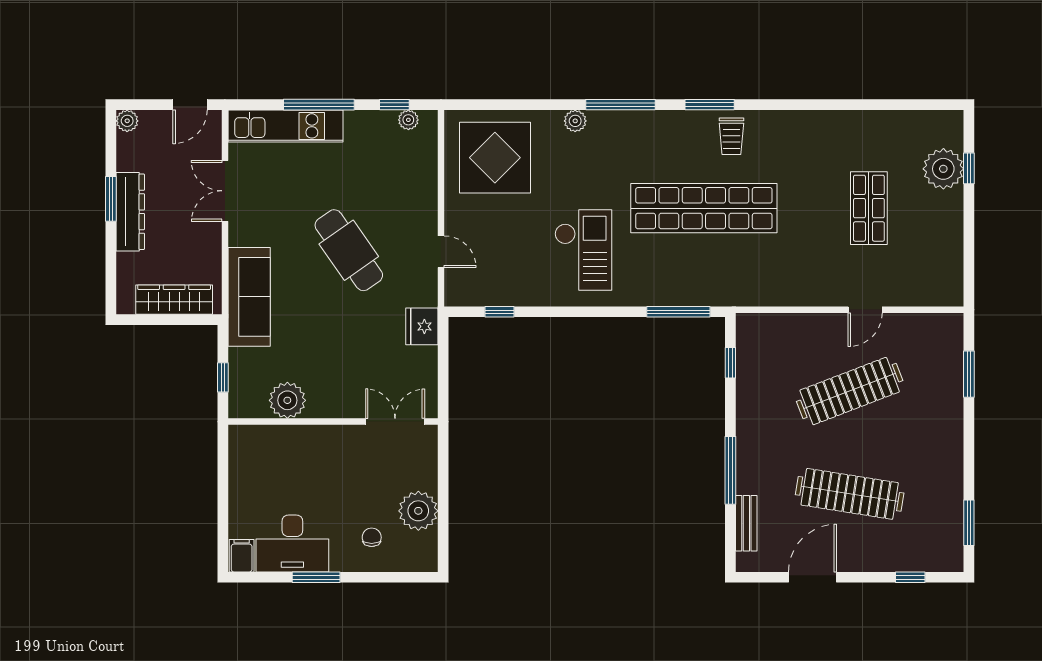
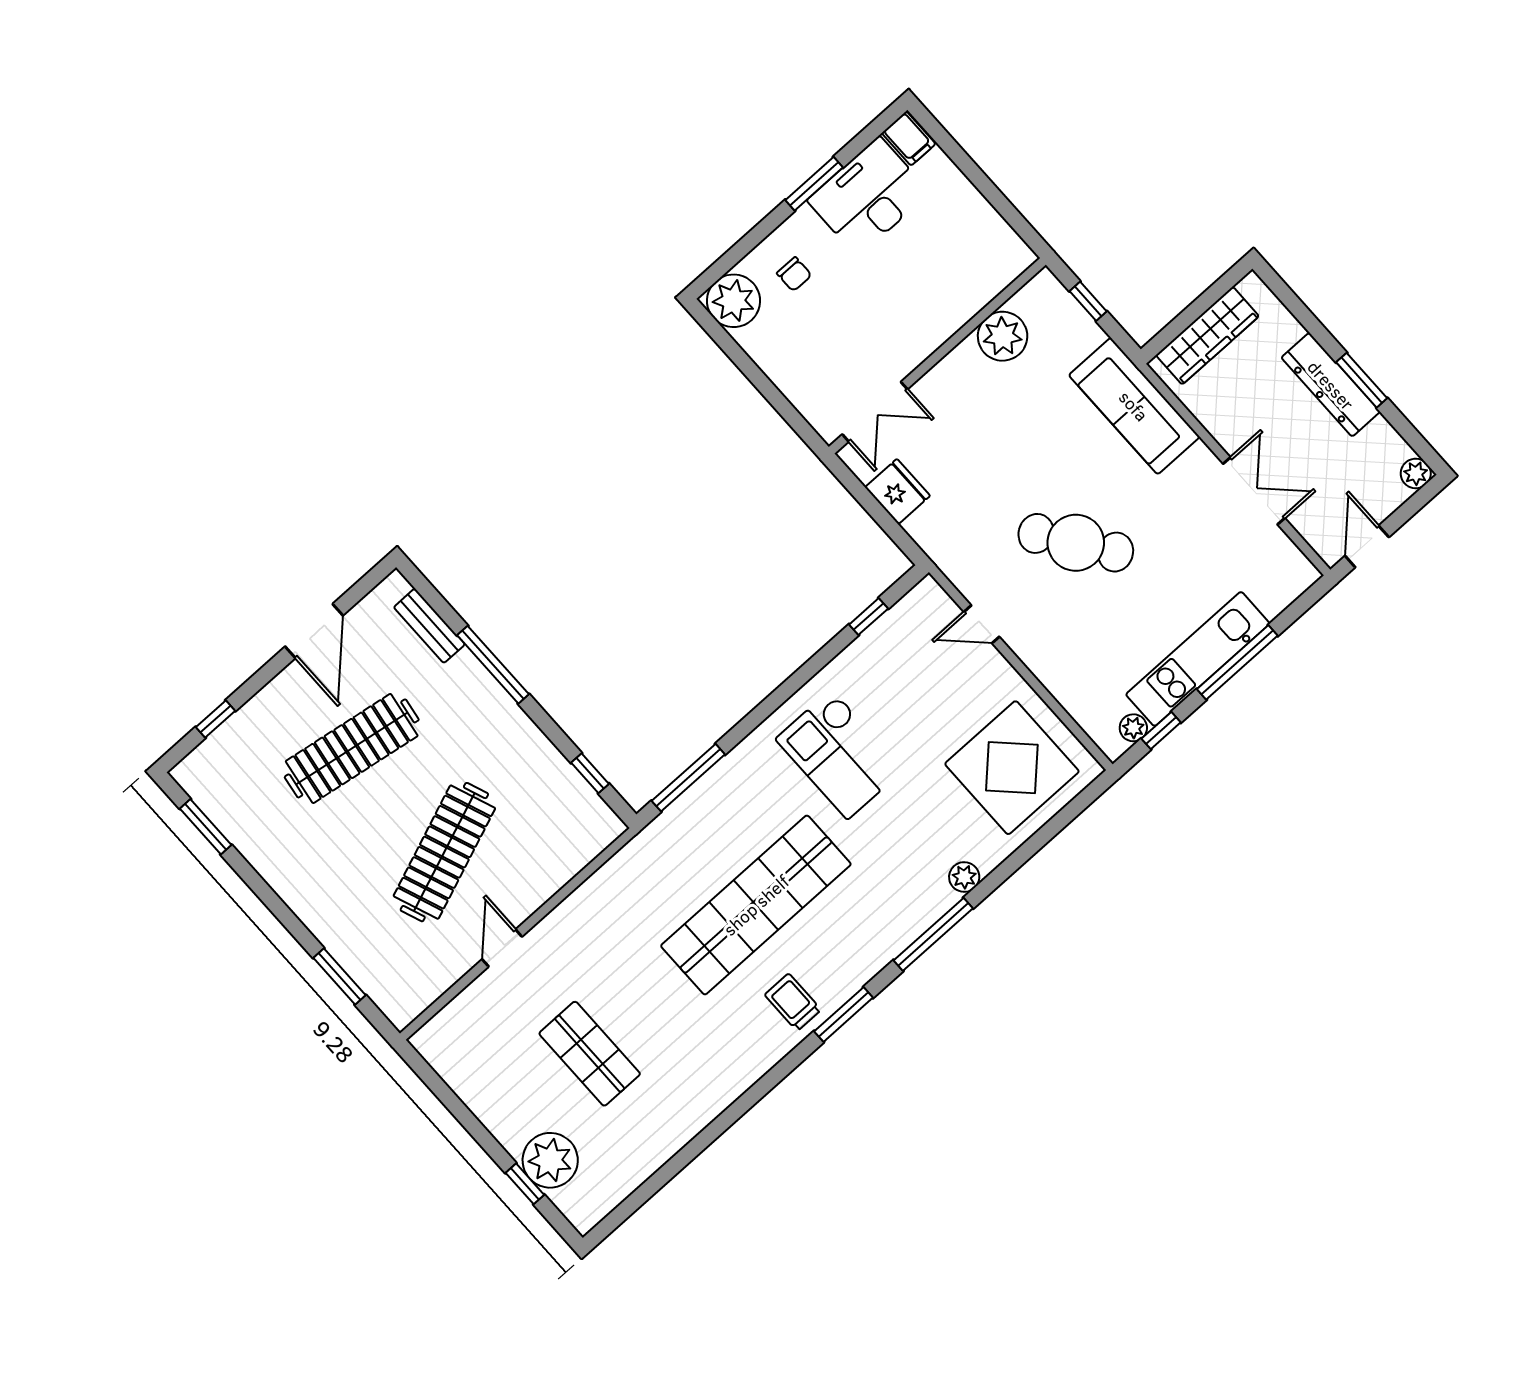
kitchen unit: (285, 126) -> (1198, 659), moved
fridge: (422, 326) -> (897, 492), moved
plant: (418, 511) -> (733, 301), moved

